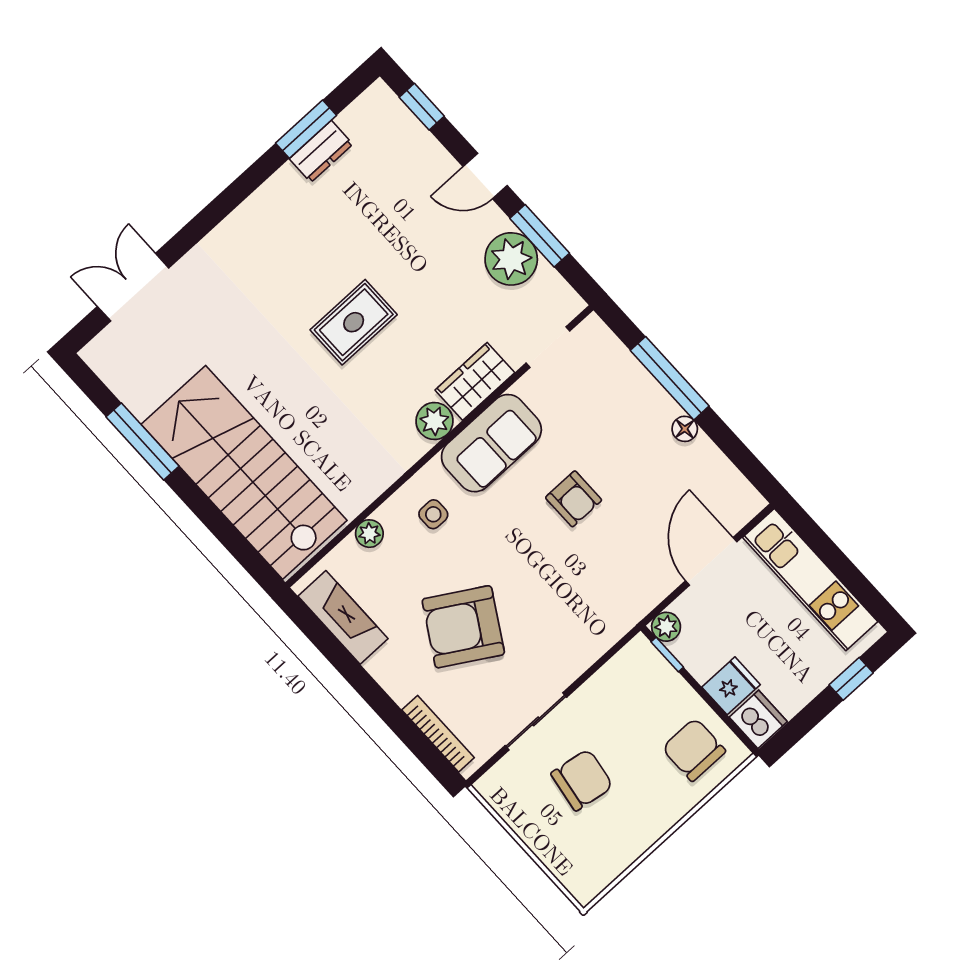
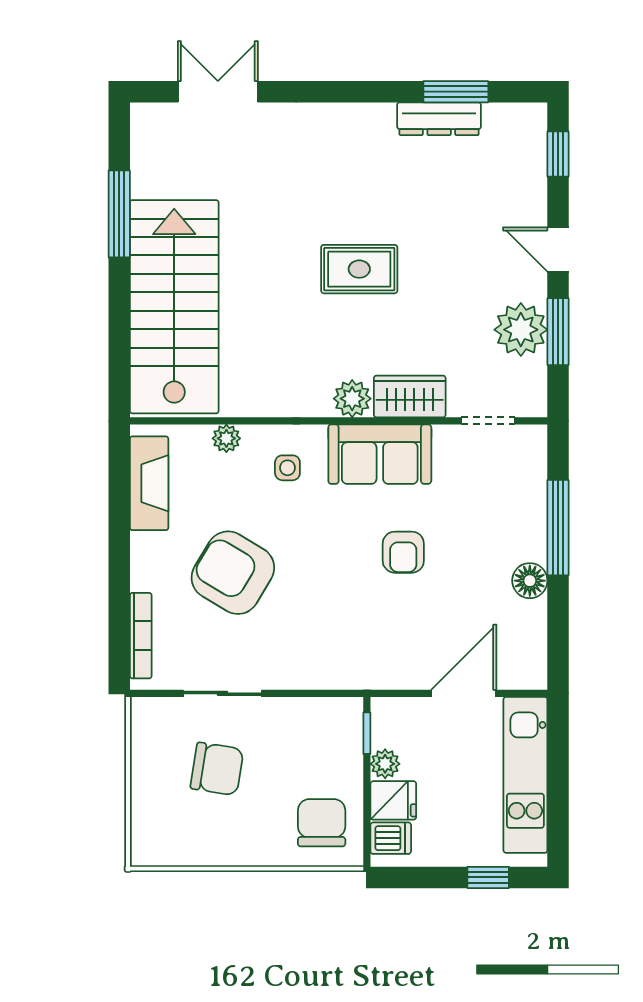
dresser: (321, 151) -> (439, 119), width x1.44
floor lamp: (685, 429) -> (530, 581), width x1.37, depth x1.37
plant: (666, 627) -> (385, 764), moved
dishwasher: (758, 719) -> (391, 838), width x0.73

